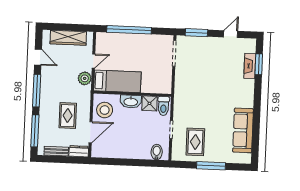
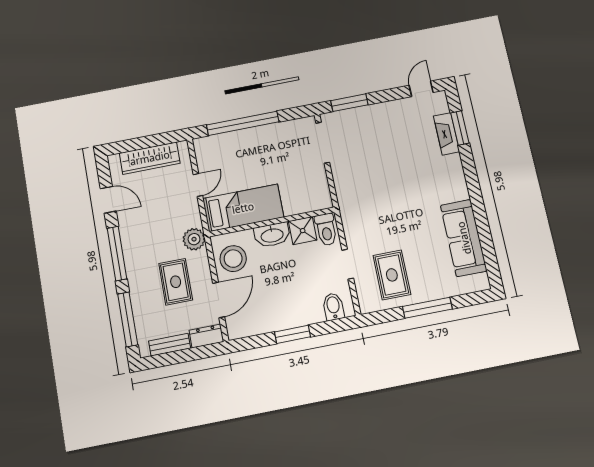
door: (231, 34) -> (421, 89), moved
plant: (85, 78) -> (194, 239), moved
window: (129, 162) -> (292, 334), added

